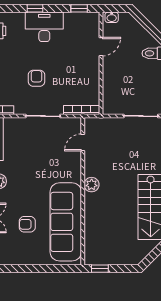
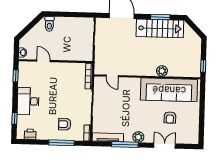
window: (35, 8) -> (14, 118), moved
armchair: (36, 78) -> (65, 124), moved
plant: (92, 185) -> (162, 71), moved

